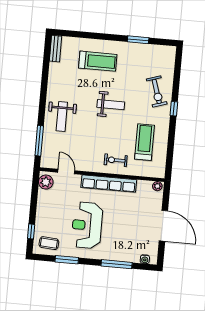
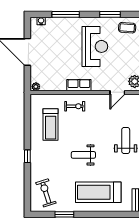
treadmill: (98, 61) -> (98, 192), width x1.37, depth x1.38
exercise bike: (157, 91) -> (46, 193), moved
door: (66, 171) -> (117, 92), hinge flipped
row of seats: (109, 184) -> (79, 85), width x0.50

